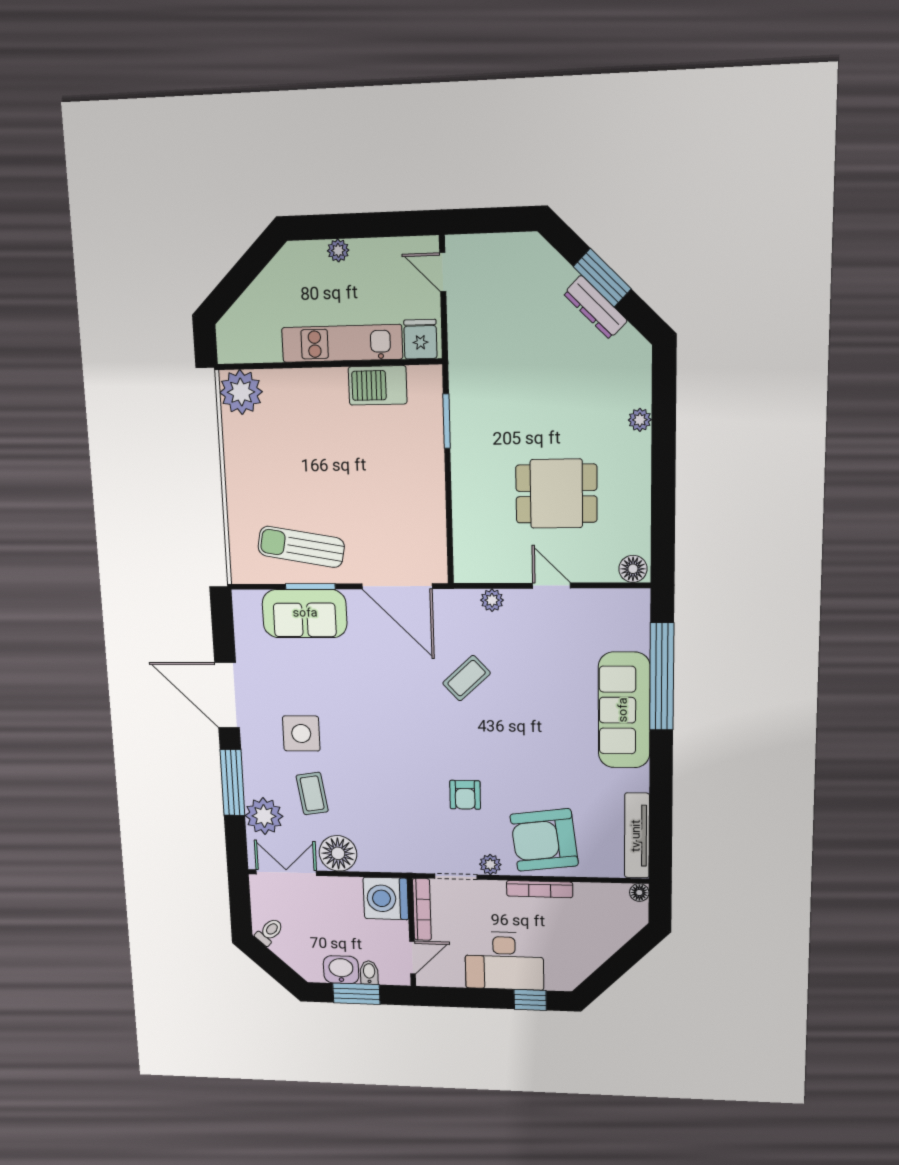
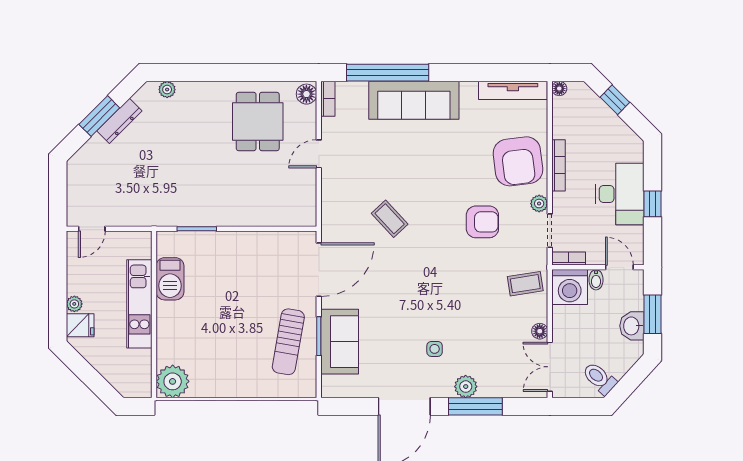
fridge: (420, 339) -> (80, 325), moved, turned 180
plant: (640, 420) -> (167, 90), moved
dining table: (556, 494) -> (258, 121), moved
bookcase: (626, 598) -> (328, 99), added
plant: (492, 600) -> (330, 198), removed
side table: (301, 733) -> (435, 349), width x0.54, depth x0.54
coffee table: (312, 793) -> (525, 284), moved
armchair: (465, 795) -> (482, 222), width x1.38, depth x1.38
plant: (264, 816) -> (466, 387), moved, width x0.73, depth x0.73
floor lamp: (338, 853) -> (540, 331), width x0.53, depth x0.53
bookcase: (422, 909) -> (569, 259), width x0.64
toilet: (269, 932) -> (599, 378), width x1.37, depth x1.39
window: (624, 959) -> (615, 100), added
bidet: (369, 973) -> (596, 280), moved, turned -90
window: (530, 1000) -> (653, 204), moved

